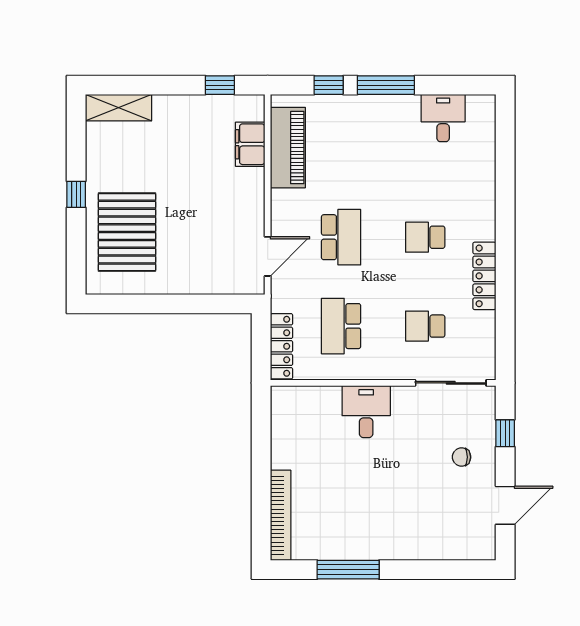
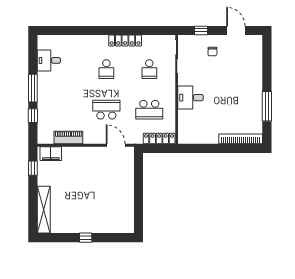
shelving: (119, 108) -> (44, 210), width x1.47
filing cabinet: (250, 144) -> (51, 154), moved
piano: (288, 148) -> (68, 137), width x0.73, depth x0.75
pallet: (127, 232) -> (104, 213), removed

